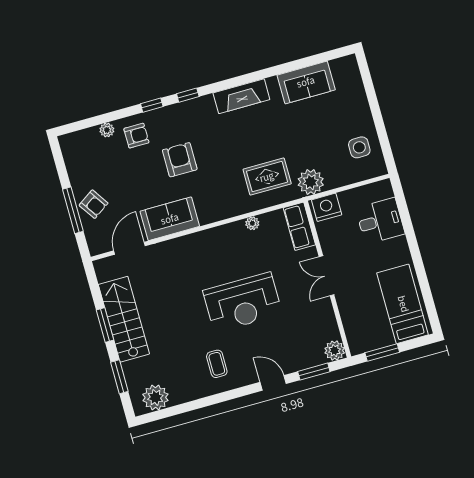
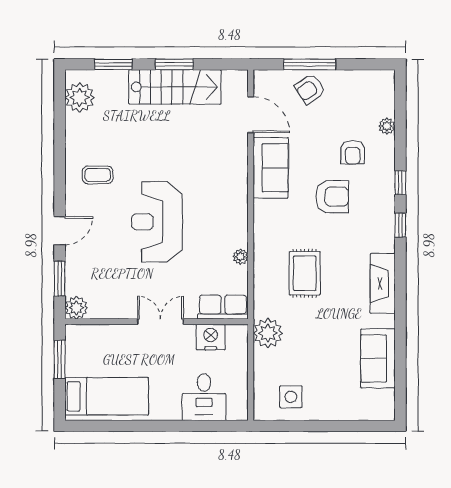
armchair: (136, 136) -> (353, 152), moved
rug: (267, 177) -> (305, 273), moved
nightstand: (327, 207) -> (211, 337), moved, turned -90

